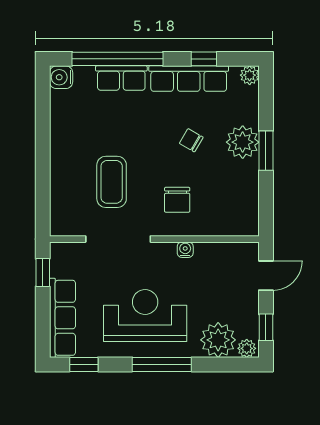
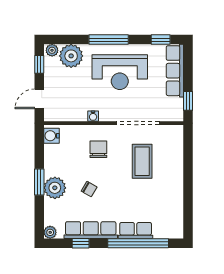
water cooler: (61, 77) -> (51, 136), moved, turned 180

